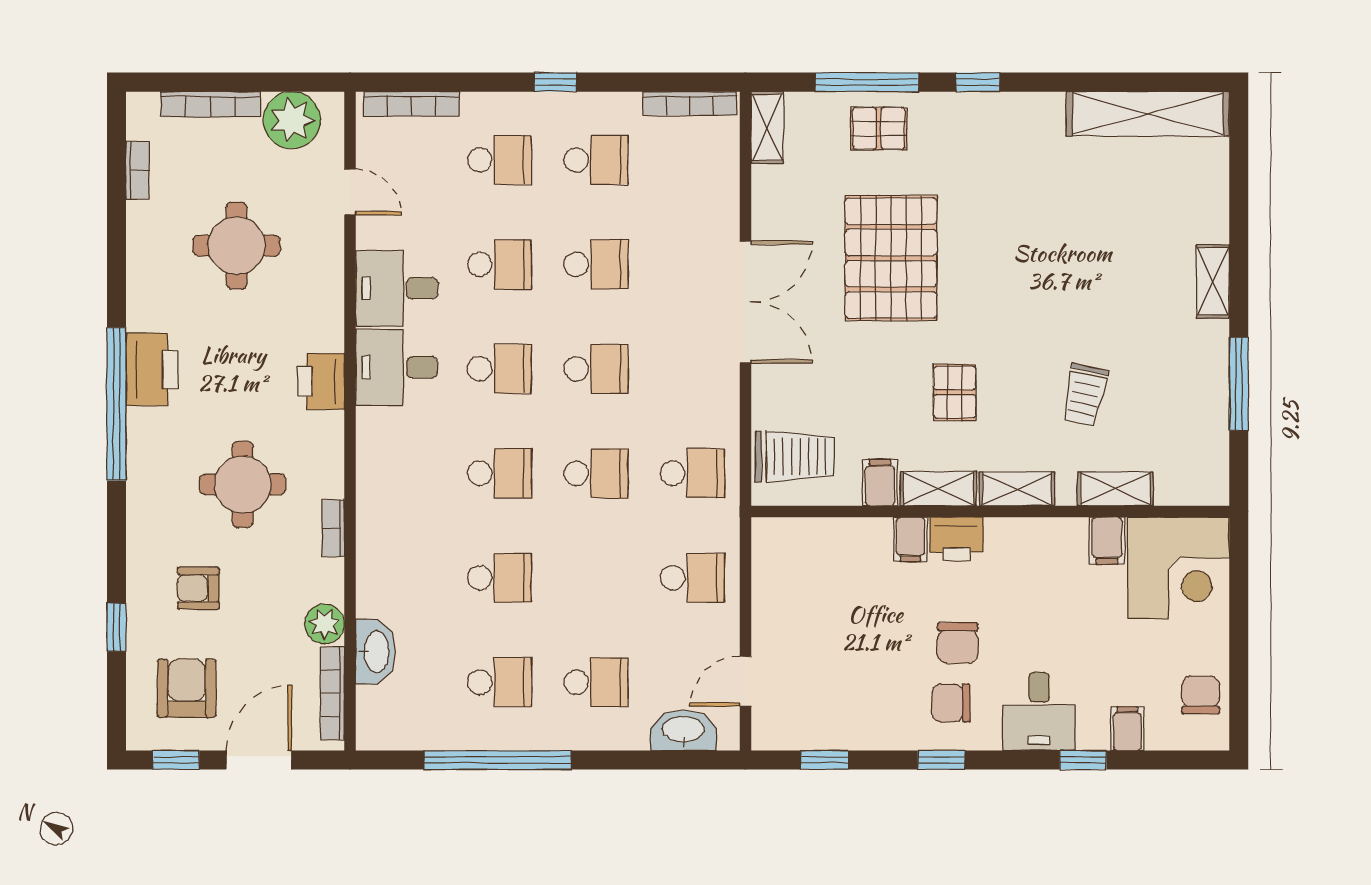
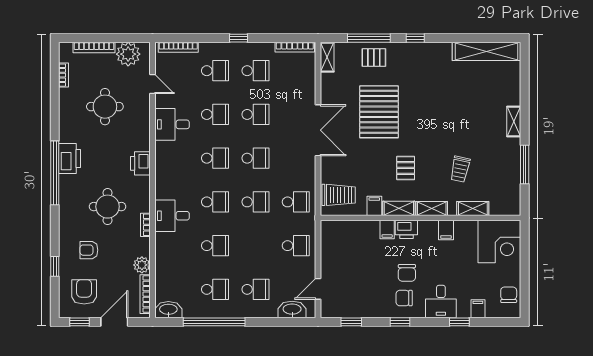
desk: (397, 367) -> (172, 216), moved
filing cabinet: (1107, 541) -> (446, 230), moved
washbasin: (375, 652) -> (168, 310), moved, turned -90

